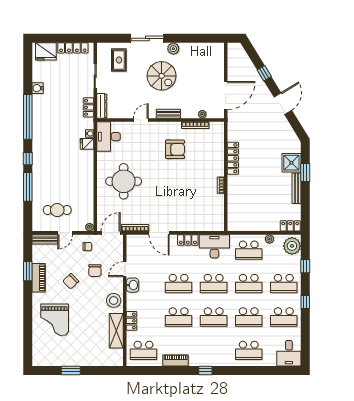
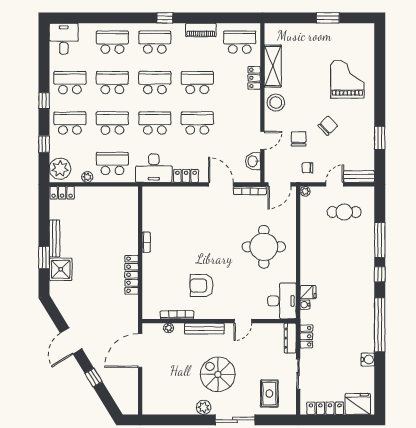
bench: (168, 114) -> (204, 329), width x1.36
piano: (39, 278) -> (367, 130), removed
washbasin: (133, 285) -> (253, 161), moved
school desk: (214, 350) -> (155, 42), added

